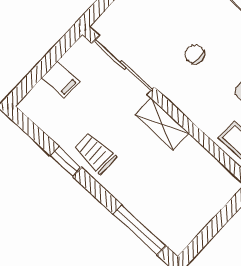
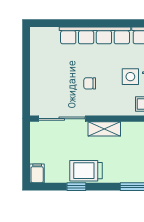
filing cabinet: (61, 80) -> (37, 173), moved, turned -90
trolley: (95, 153) -> (86, 171), width x1.36, depth x1.39

